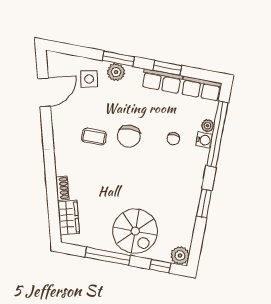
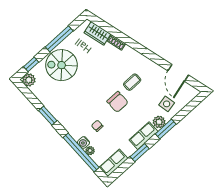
row of seats: (162, 81) -> (143, 136), moved
chair: (129, 136) -> (118, 102), turned 180

